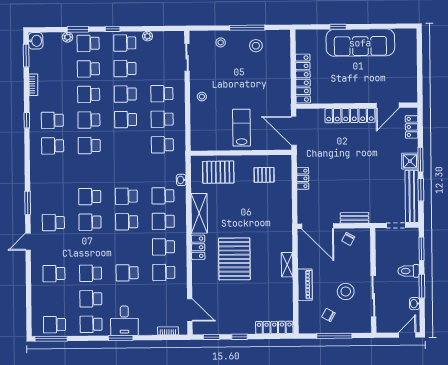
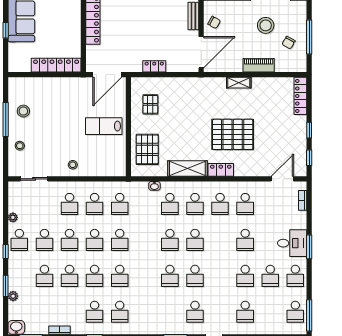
school desk: (88, 43) -> (120, 240), moved

